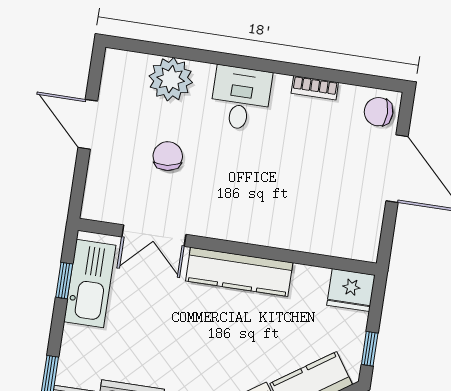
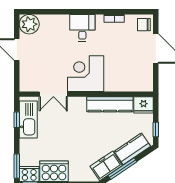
plant: (171, 79) -> (29, 24), moved
chair: (168, 156) -> (54, 58), removed
corner desk: (233, 201) -> (86, 74), added
kitchen counter: (239, 272) -> (110, 104), moved

